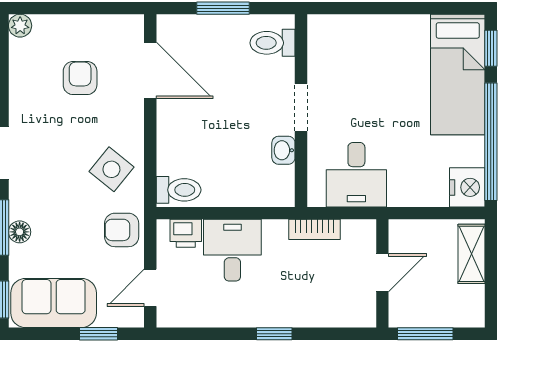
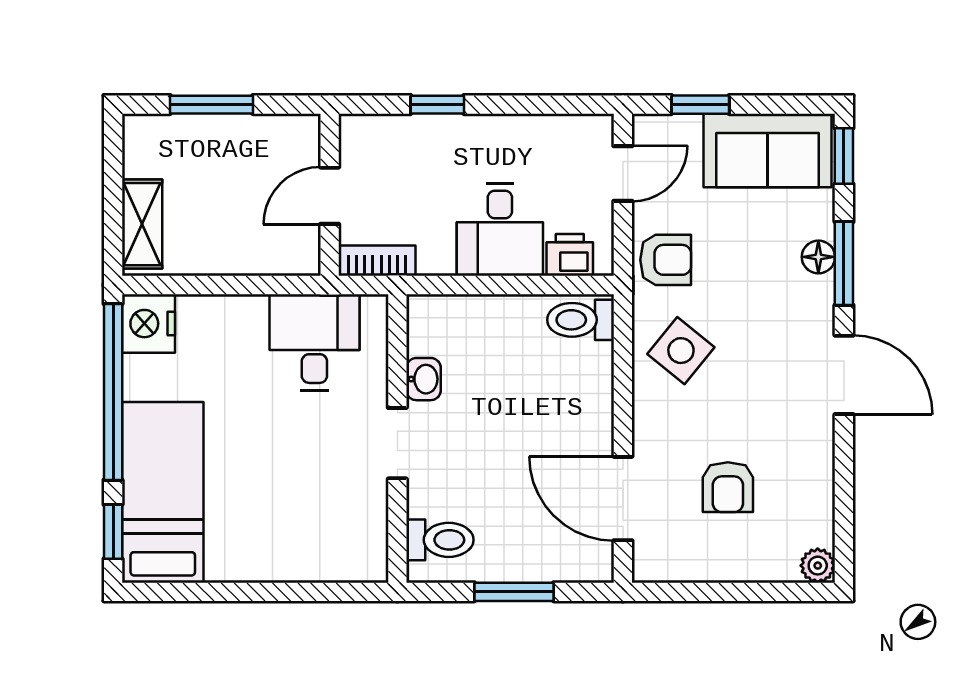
door: (382, 273) -> (330, 196), moved
wall: (382, 273) -> (330, 195), moved

